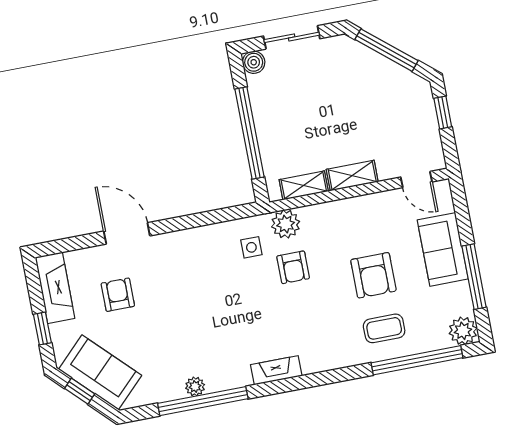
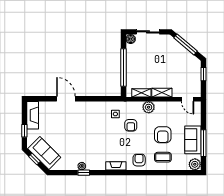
plant: (286, 224) -> (149, 107), moved
sofa: (443, 249) -> (193, 140), moved
armchair: (118, 295) -> (139, 160), moved
window: (417, 360) -> (174, 173), removed
window: (203, 401) -> (84, 173), width x0.32

